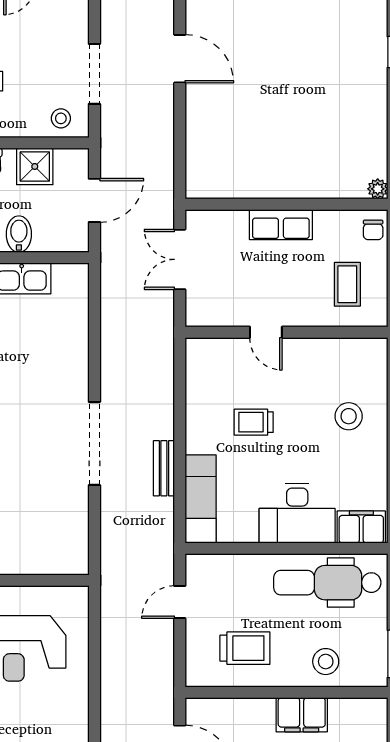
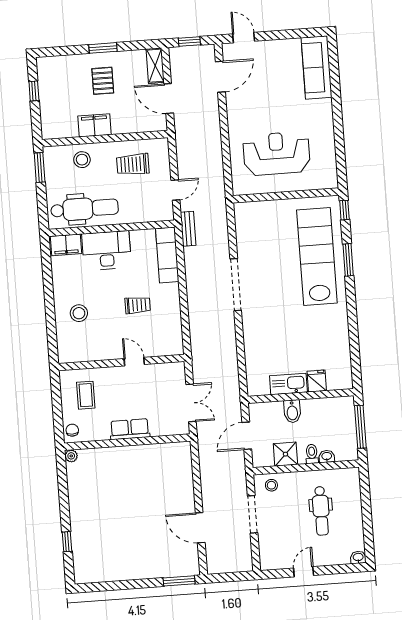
bench: (164, 468) -> (188, 229), moved

